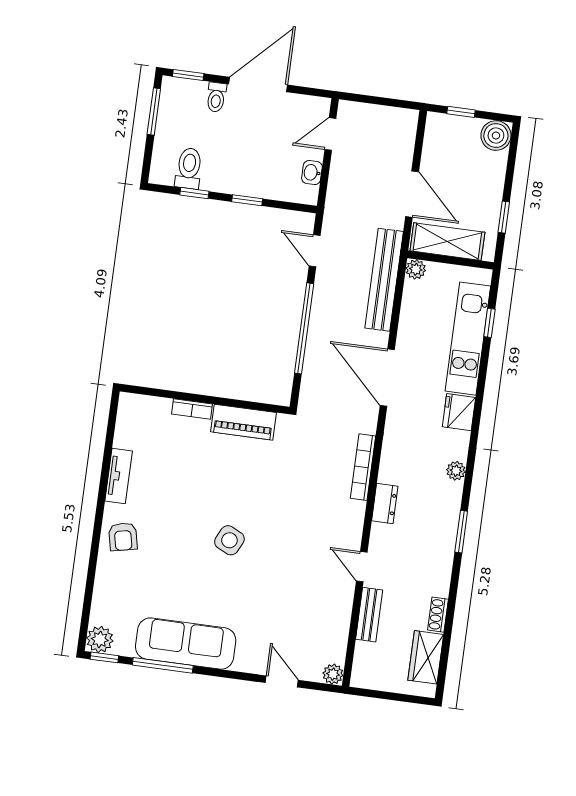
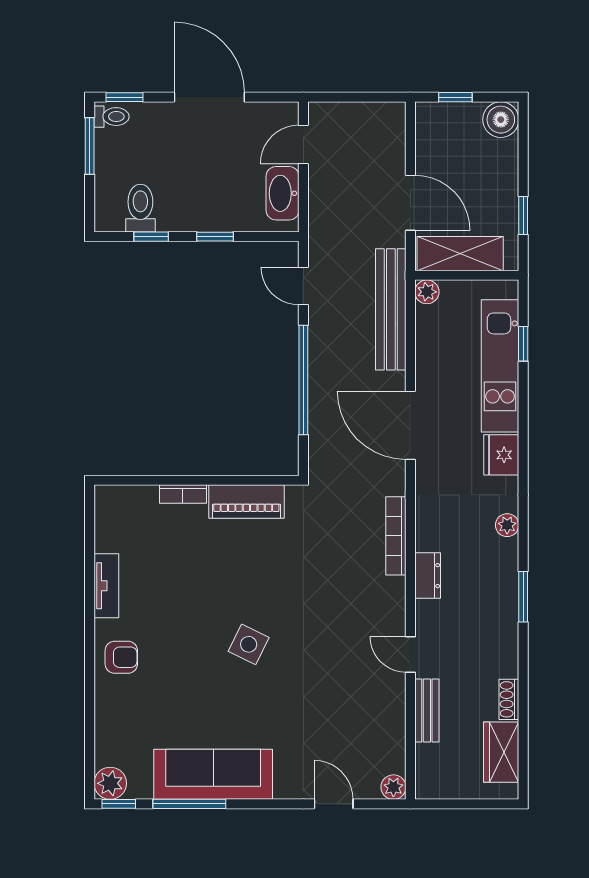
door: (258, 84) -> (209, 97), hinge flipped
toilet: (216, 97) -> (111, 117), moved, turned -90
washbasin: (312, 173) -> (283, 193), width x1.91, depth x1.45
armchair: (123, 537) -> (121, 657), turned -78

